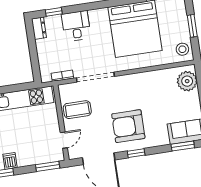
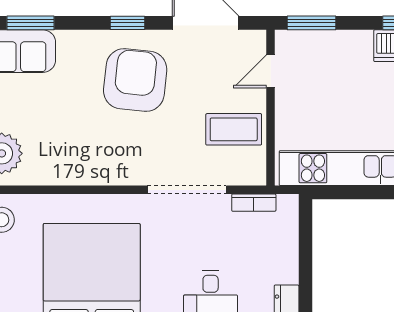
armchair: (128, 126) -> (135, 80), turned -84

